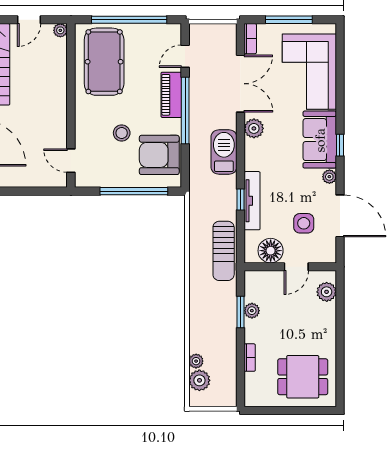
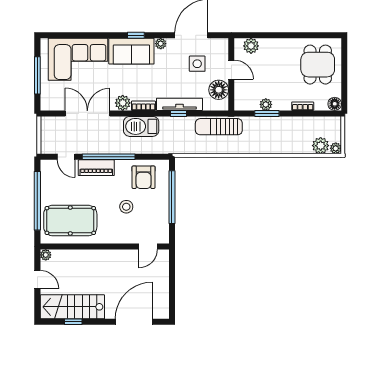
bookcase: (250, 39) -> (143, 106), moved
armchair: (159, 155) -> (144, 177), width x0.73, depth x0.73
sun lounger: (224, 251) -> (219, 127), turned 180
plant: (196, 361) -> (336, 148), moved
floor lamp: (253, 398) -> (335, 104), added

